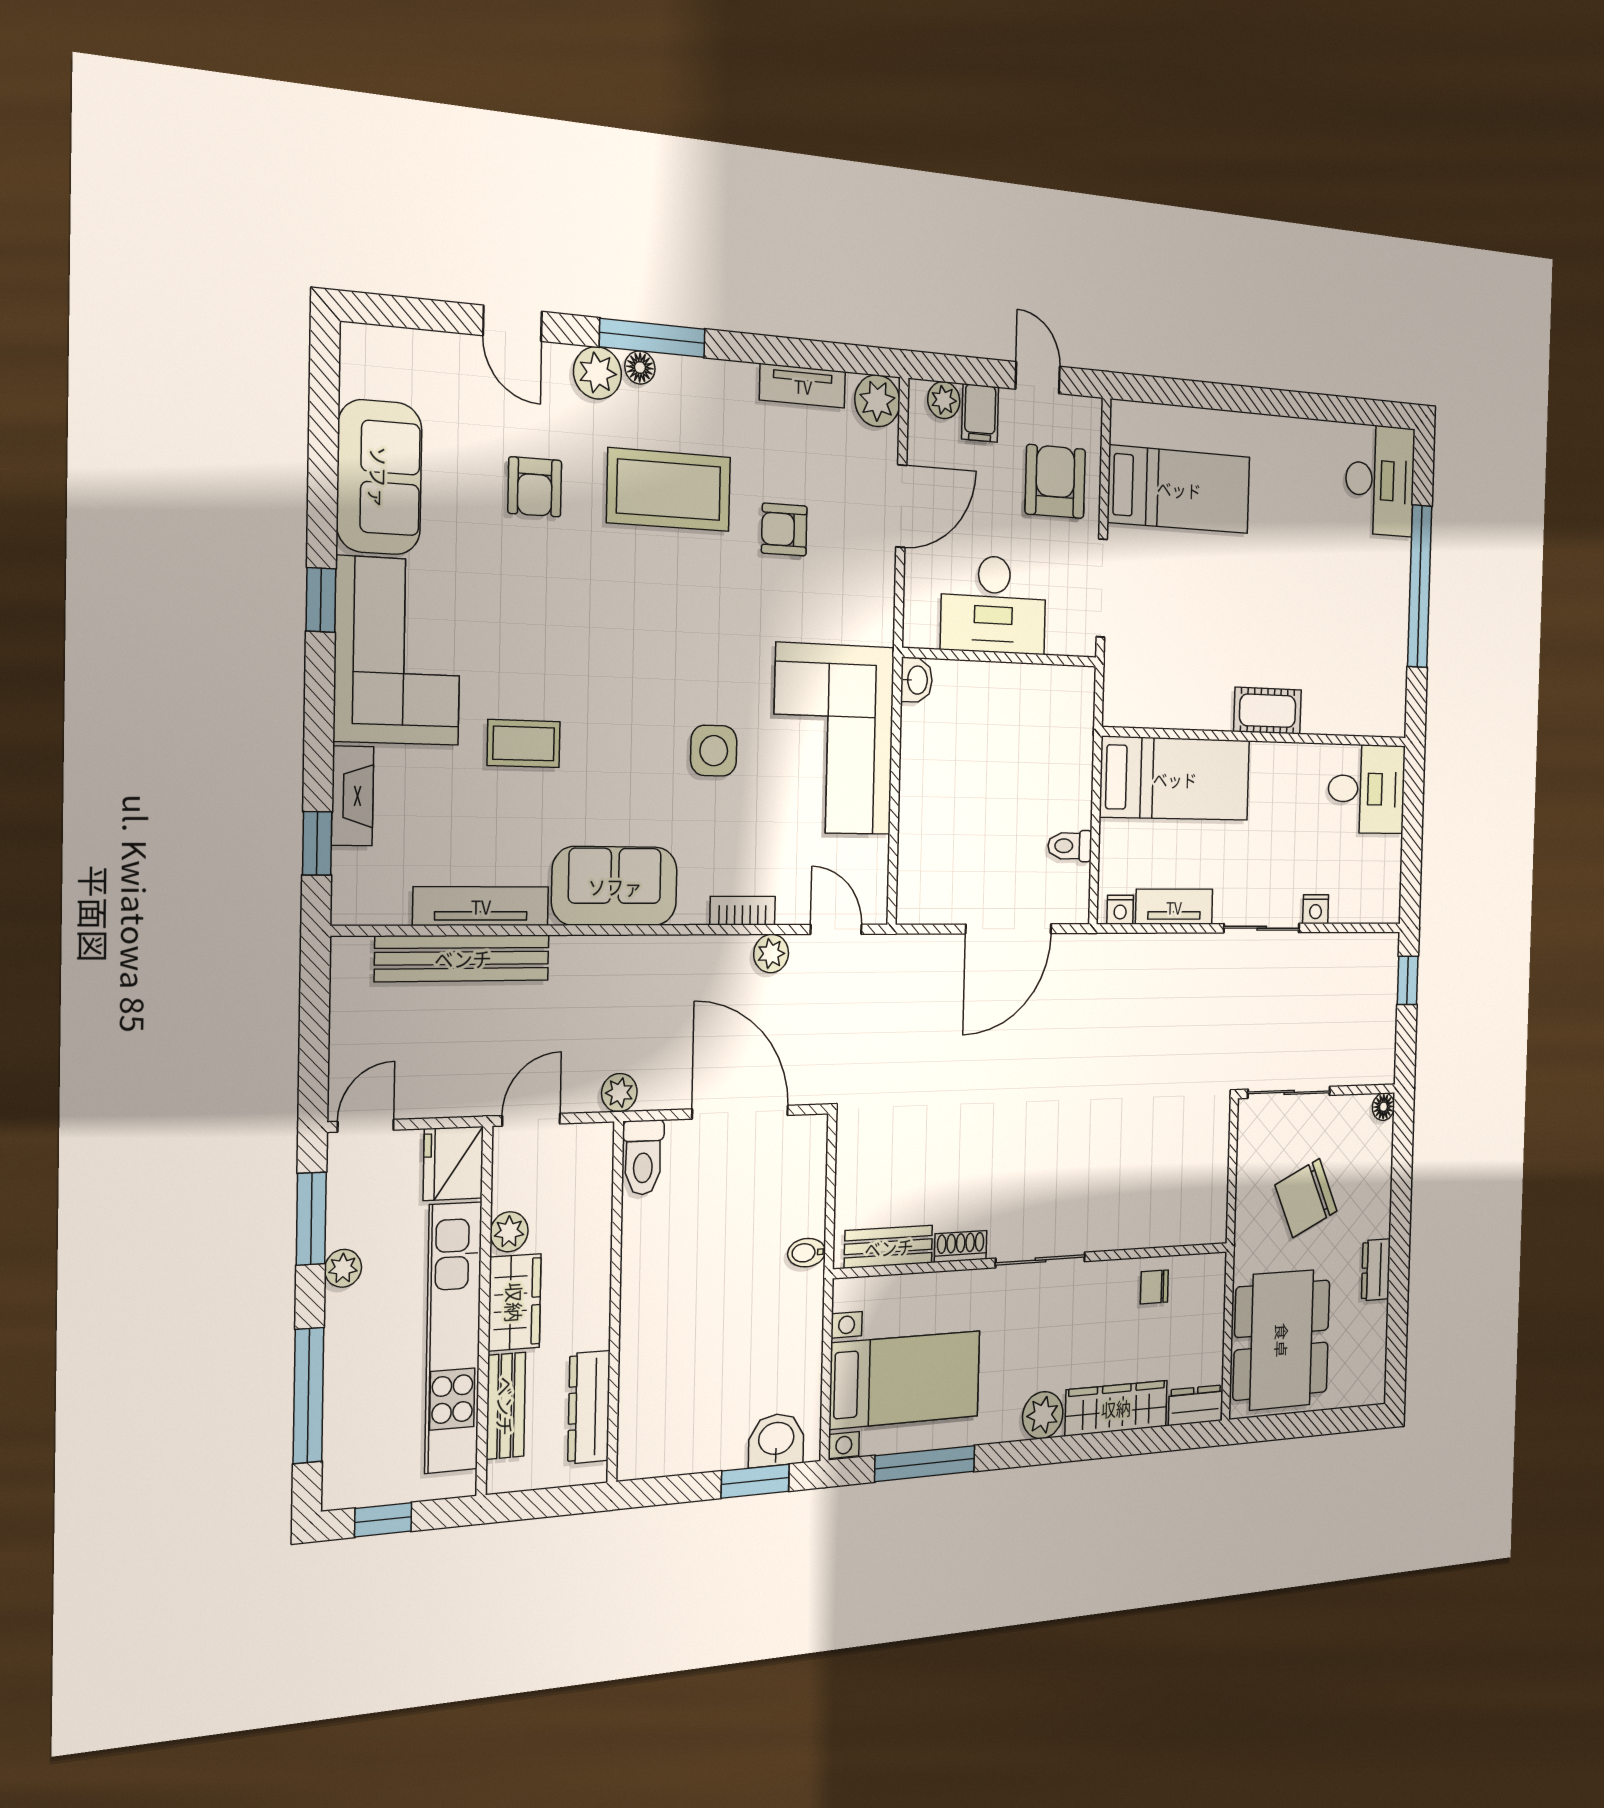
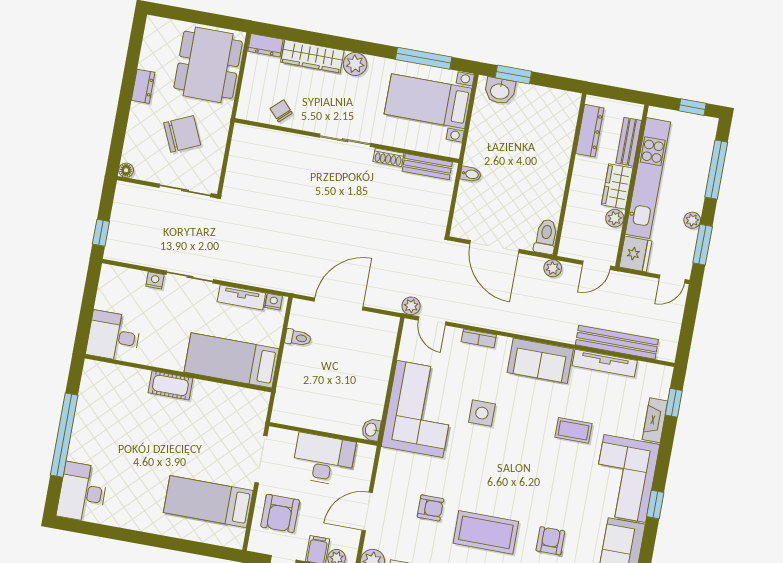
plant: (771, 954) -> (411, 306), moved
chair: (1154, 1287) -> (281, 111), turned -133

